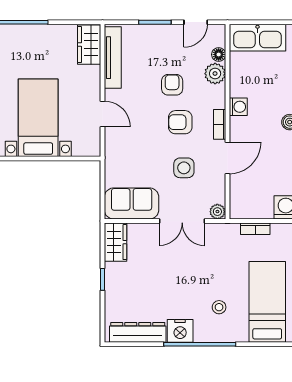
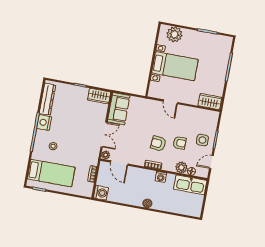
door: (196, 22) -> (211, 162), hinge flipped
kitchen sink: (257, 38) -> (190, 185), moved, turned -90
tv unit: (113, 58) -> (200, 113), removed
door: (102, 114) -> (170, 102), hinge flipped
armchair: (180, 122) -> (158, 144), turned -84
door: (227, 158) -> (119, 163), moved
side table: (184, 168) -> (202, 140), moved
double door: (182, 221) -> (104, 135), swing flipped

